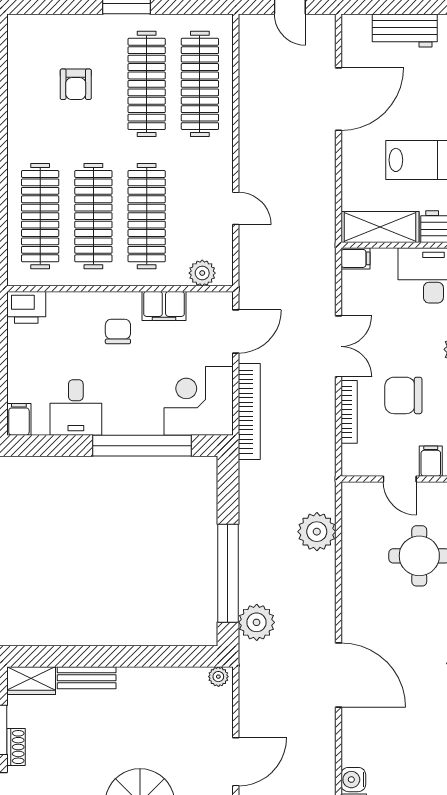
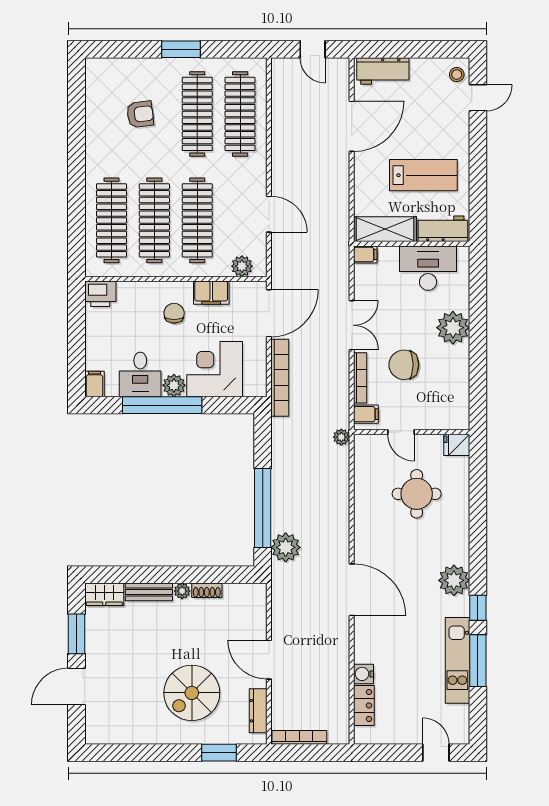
workbench: (405, 31) -> (383, 71), moved
armchair: (76, 84) -> (140, 114), turned -97
door: (236, 208) -> (269, 214), width x1.38
door: (236, 332) -> (269, 313), width x1.36
corner desk: (199, 401) -> (215, 369), moved
plant: (118, 421) -> (174, 385), added
window: (142, 446) -> (162, 405), moved
filing cabinet: (431, 461) -> (366, 414), moved, turned 90
plant: (317, 532) -> (341, 437), moved, width x0.53, depth x0.53
plant: (218, 677) -> (182, 591), moved
shoe rack: (16, 747) -> (207, 590), moved, turned 90
door: (236, 762) -> (269, 660), swing flipped

